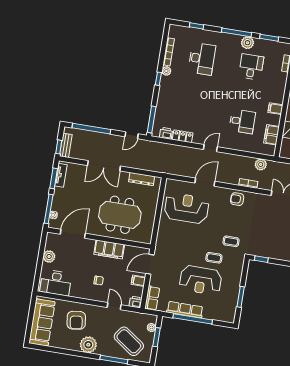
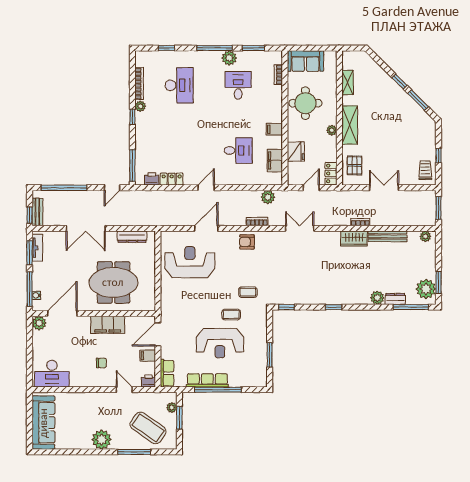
plant: (49, 257) -> (39, 323), moved
armchair: (76, 320) -> (83, 414), removed

